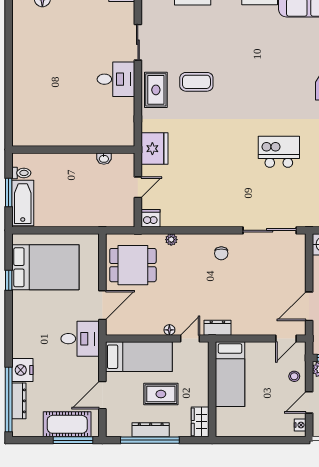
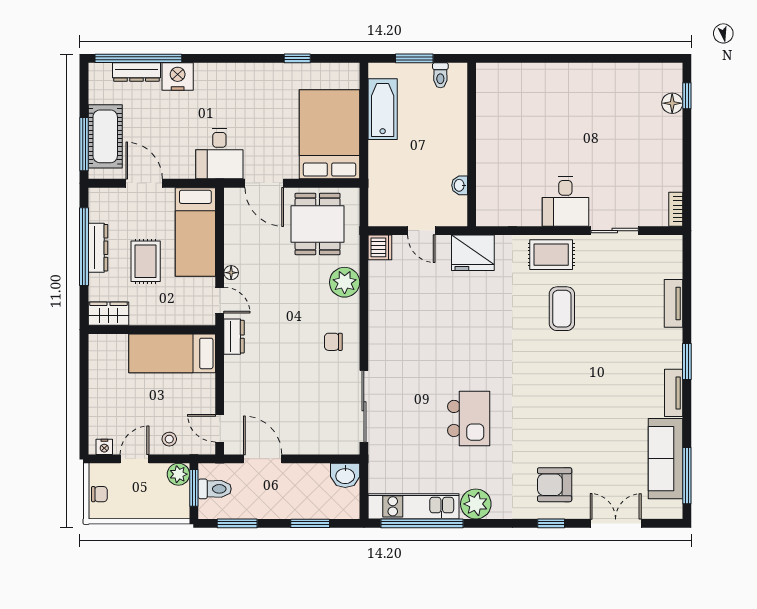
bathtub: (23, 203) -> (383, 109), moved, turned -90
plant: (171, 240) -> (345, 282), width x1.88, depth x1.88
bed: (45, 267) -> (330, 134), moved, turned 180
door: (309, 402) -> (135, 459), hinge flipped

